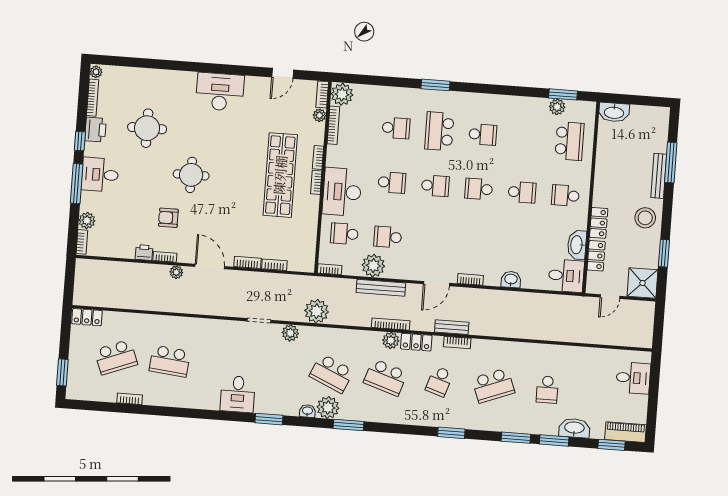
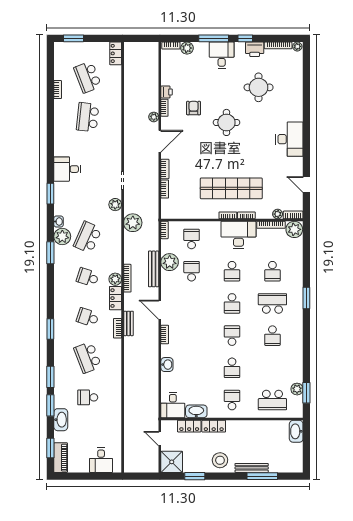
desk: (342, 192) -> (238, 235), moved
school desk: (385, 377) -> (88, 277), width x0.54

